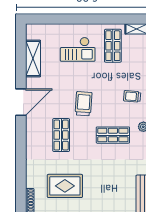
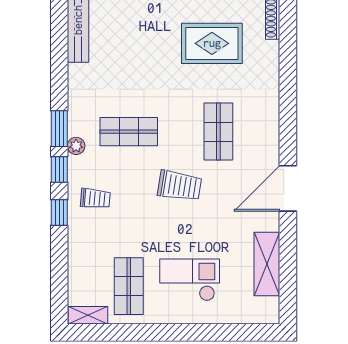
trolley: (84, 104) -> (180, 186), turned -85

